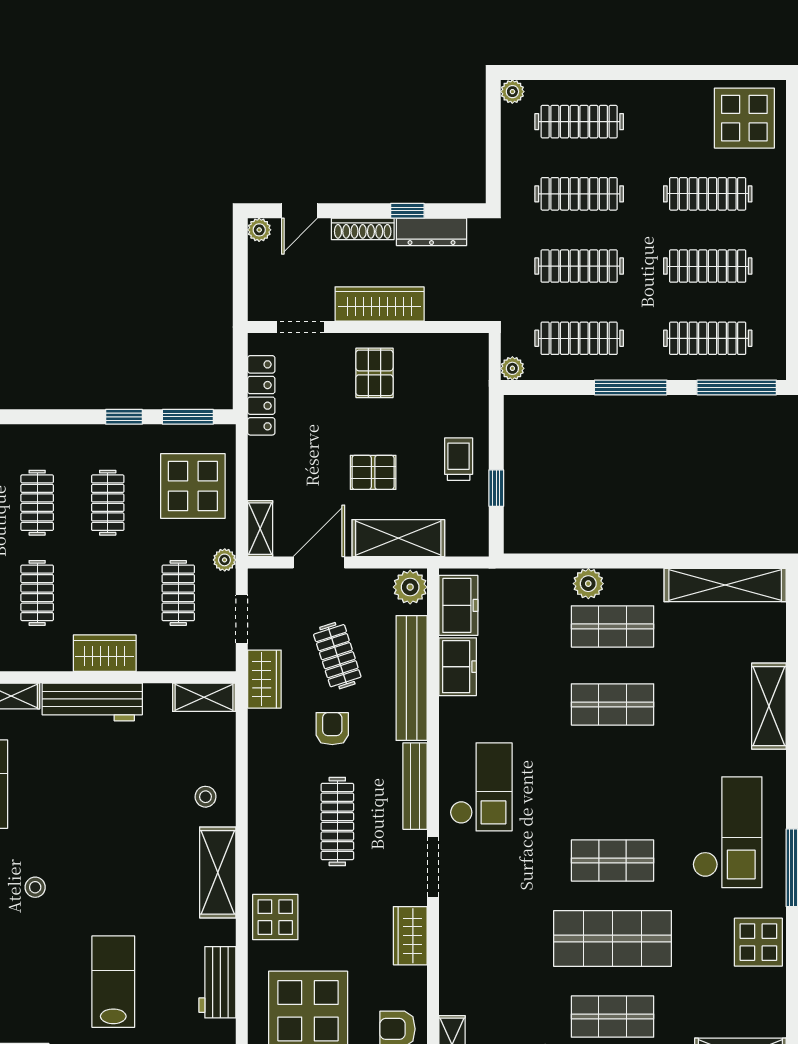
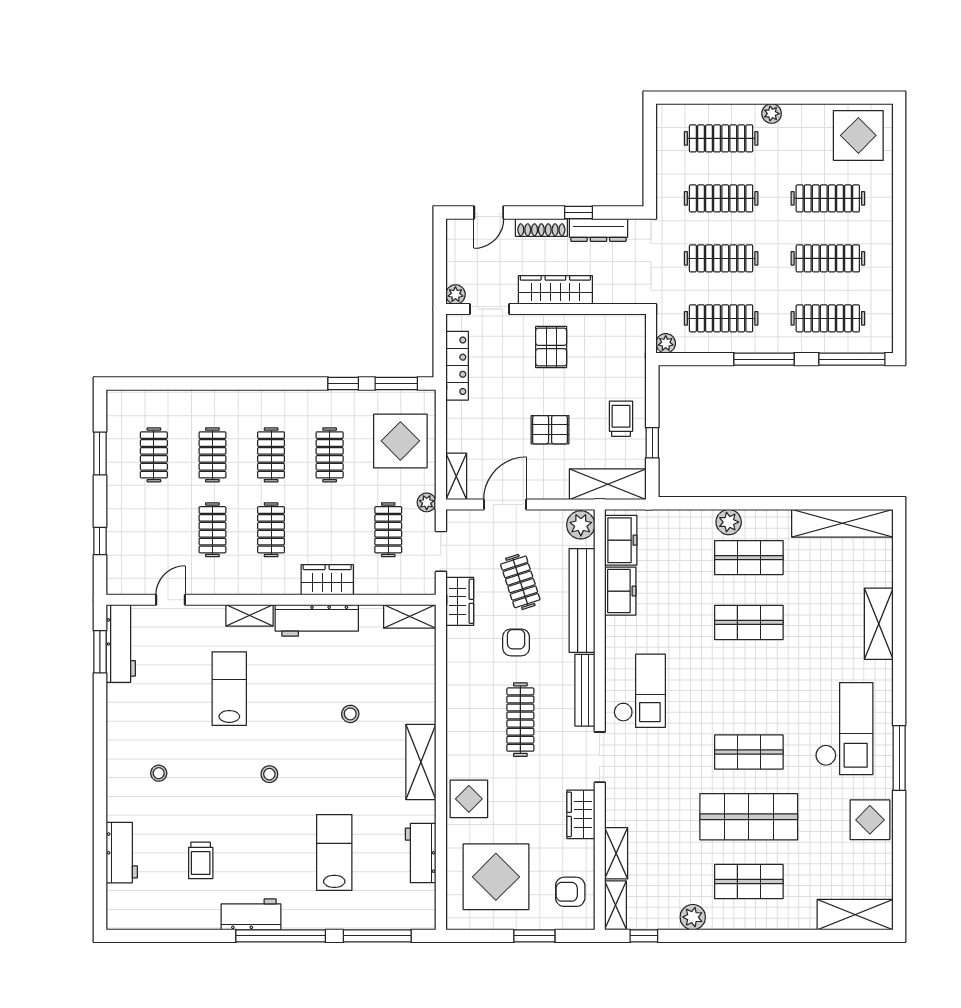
plant: (512, 92) -> (772, 114), moved
plant: (259, 230) -> (455, 294), moved
shelving: (398, 538) -> (608, 484), moved
stool: (206, 797) -> (350, 714), moved
shelving: (453, 983) -> (616, 853), added

